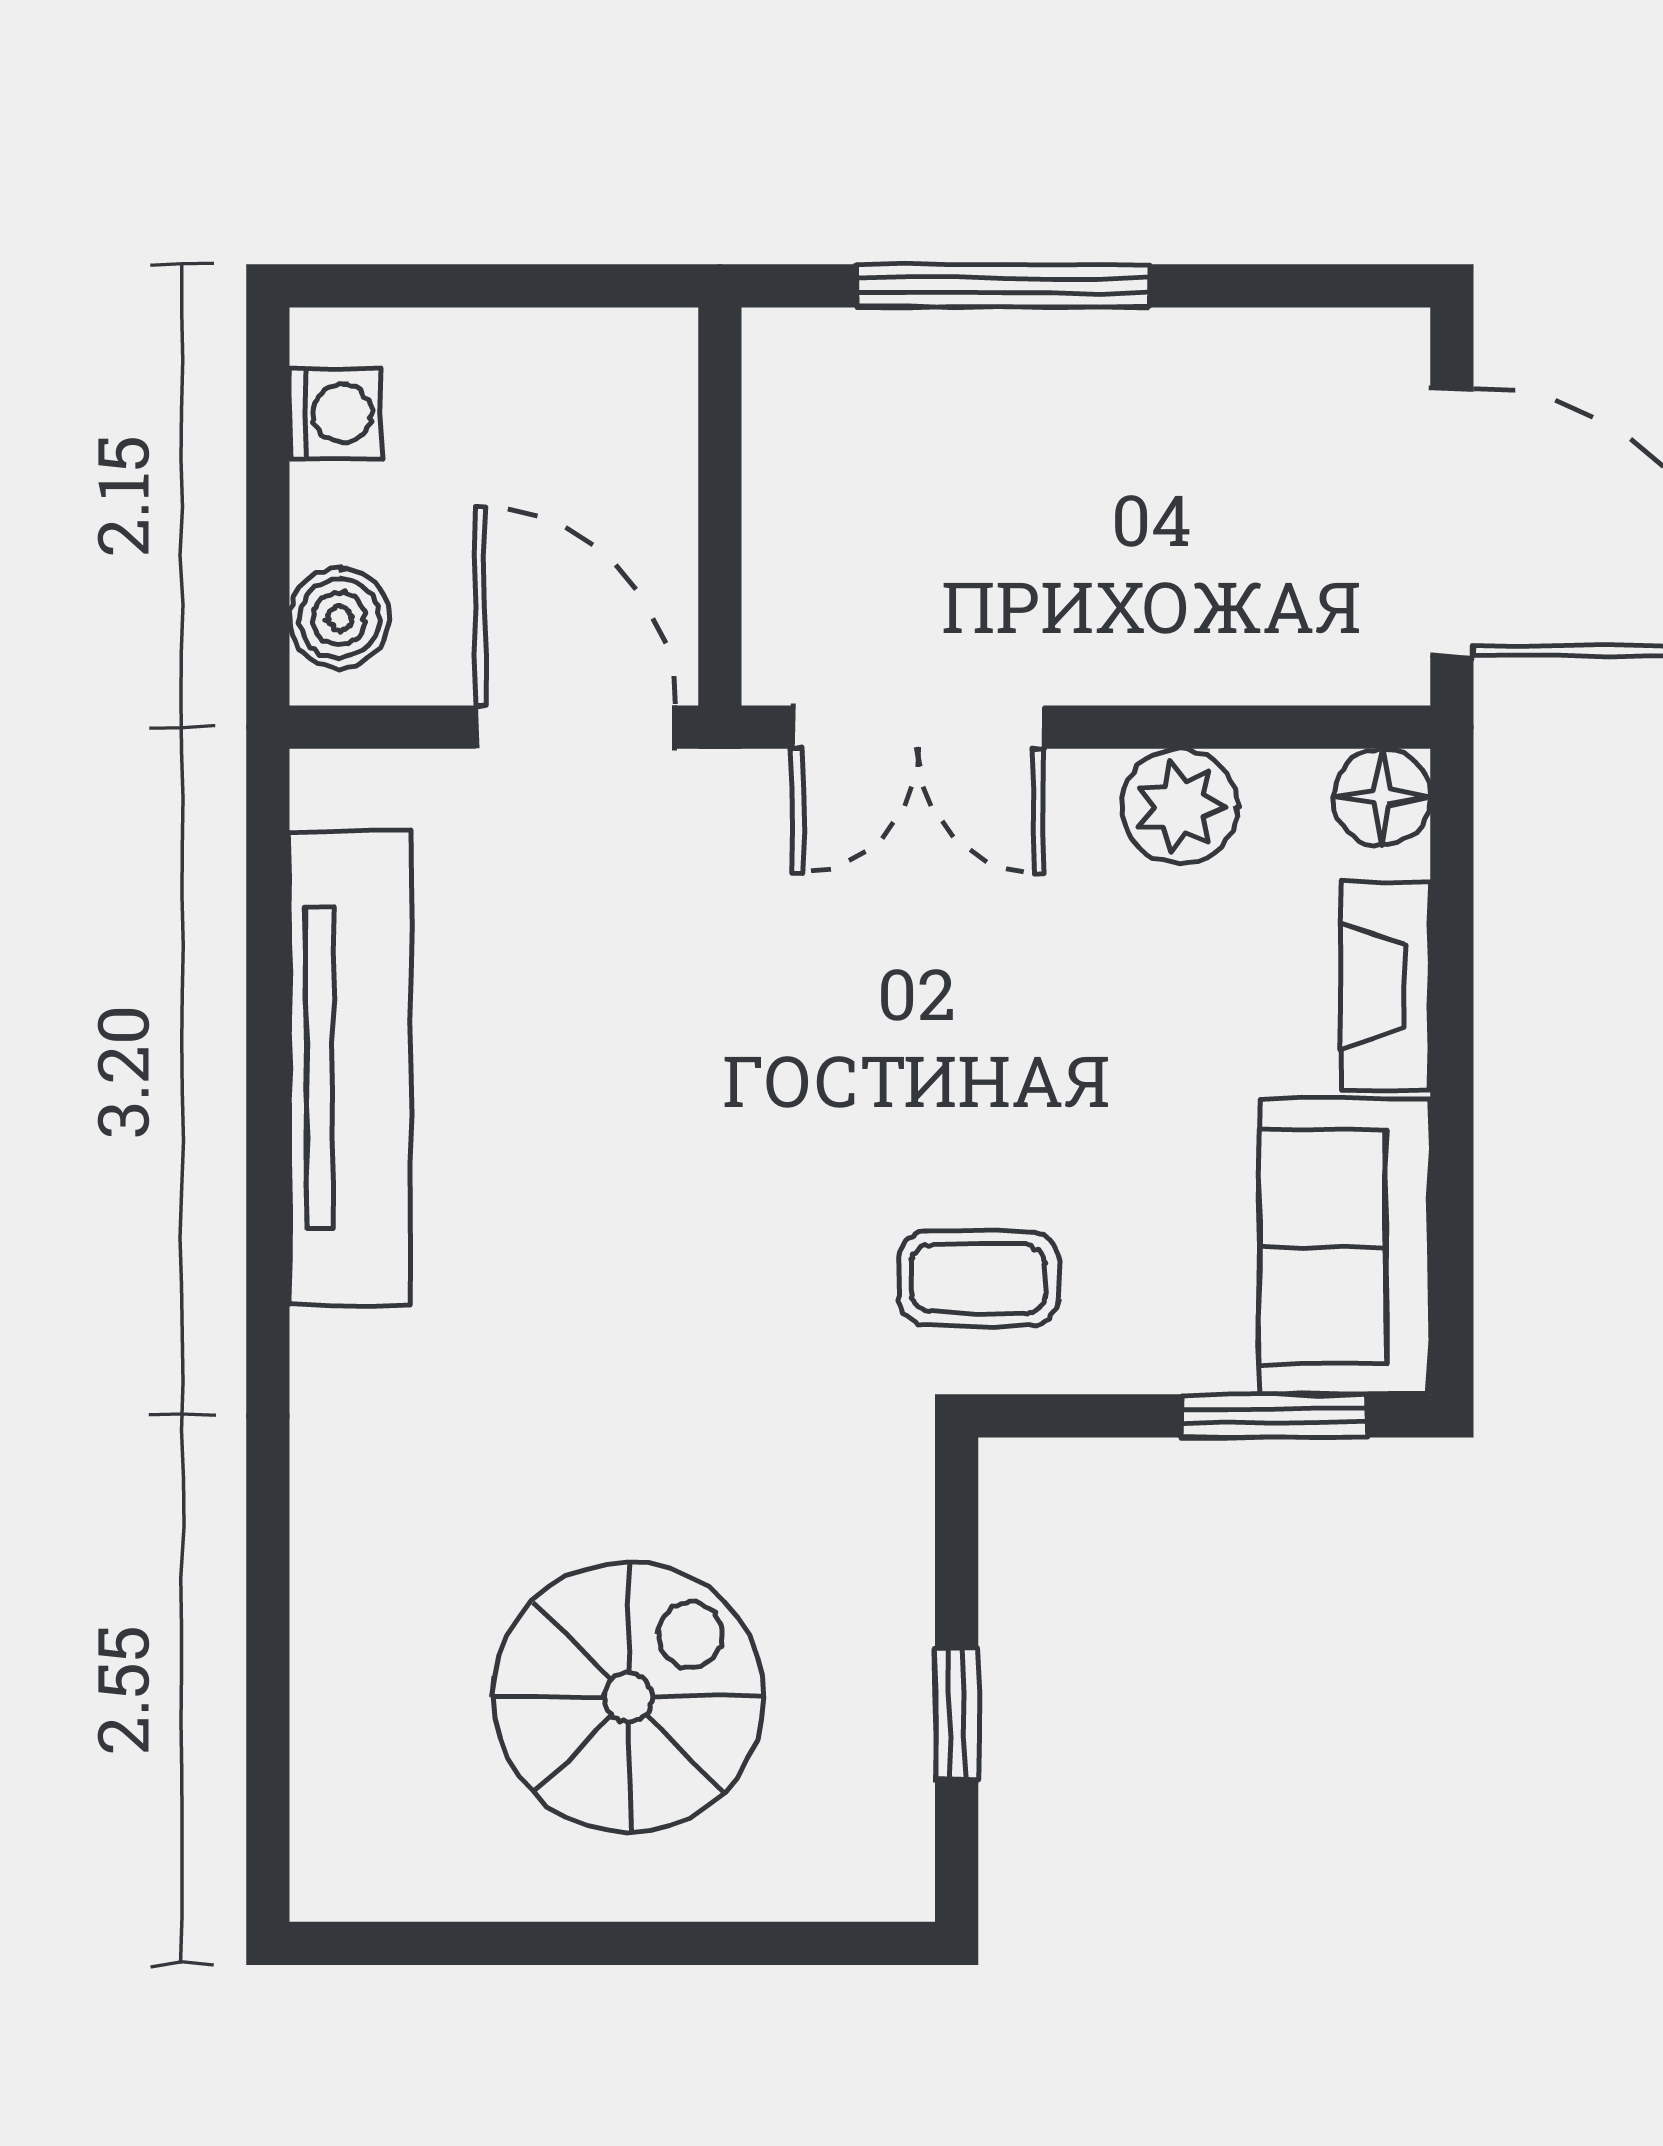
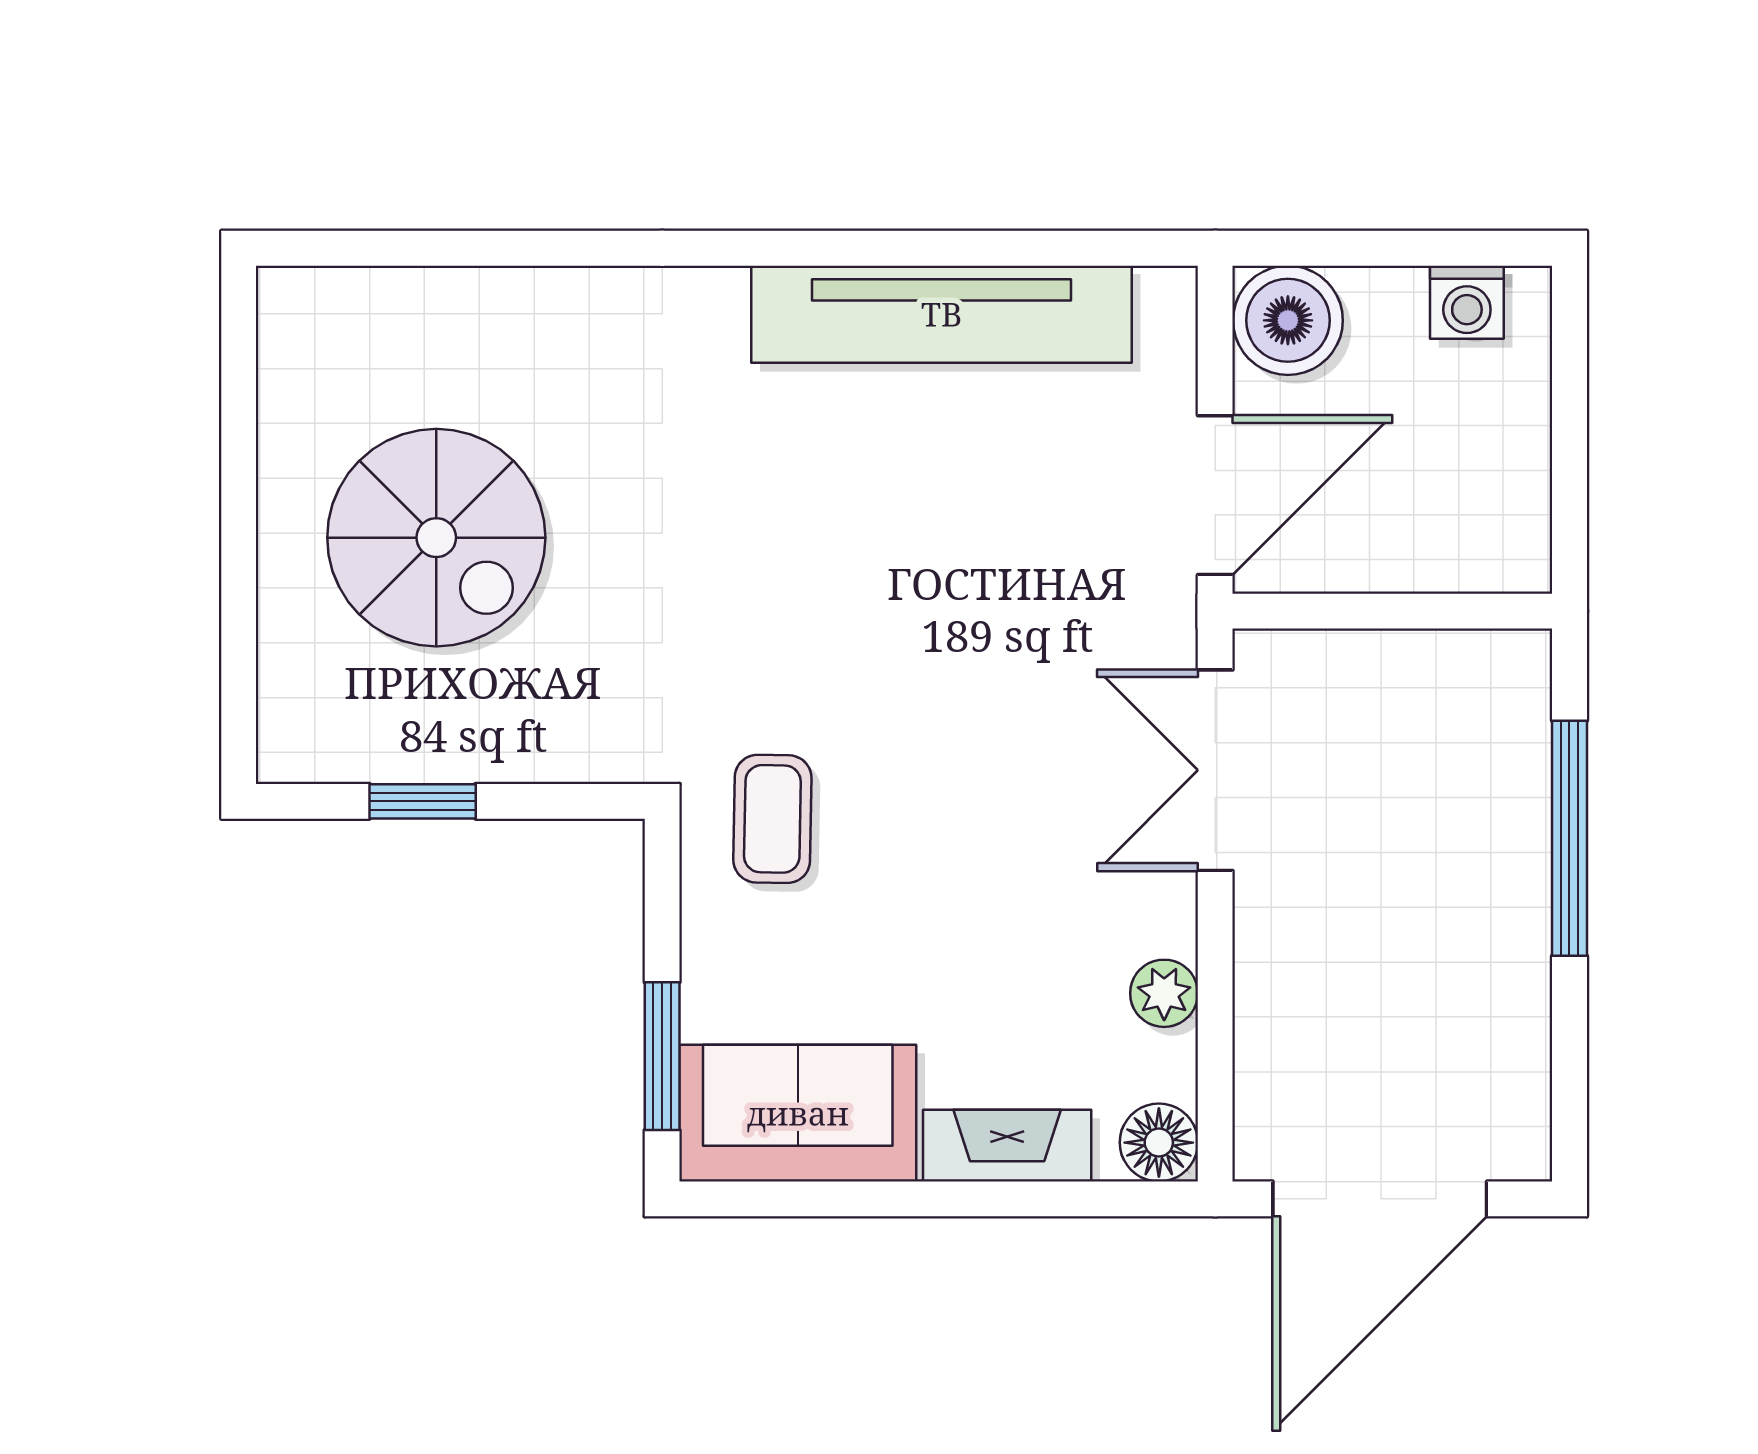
boiler: (339, 618) -> (1288, 320), width x1.36, depth x1.36
plant: (1180, 807) -> (1164, 993), width x0.73, depth x0.73

